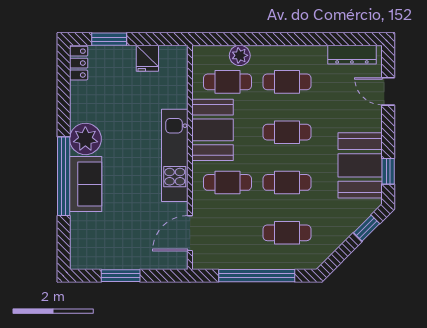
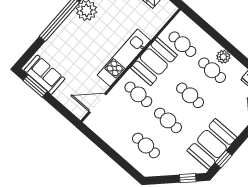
plant: (240, 55) -> (223, 57), moved
sofa: (86, 184) -> (44, 75), moved, turned -90
window: (121, 276) -> (35, 86), moved
window: (257, 276) -> (112, 154), removed

